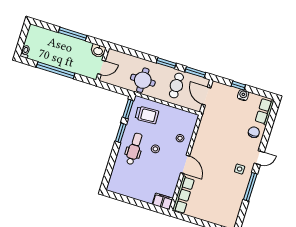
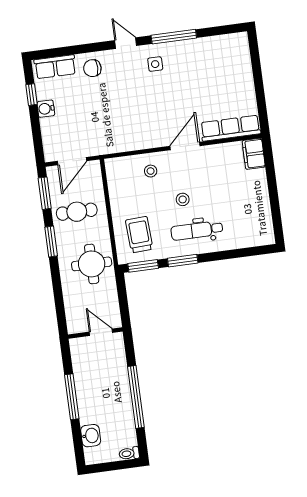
washbasin: (98, 51) -> (91, 436), moved
window: (238, 86) -> (31, 95), moved

